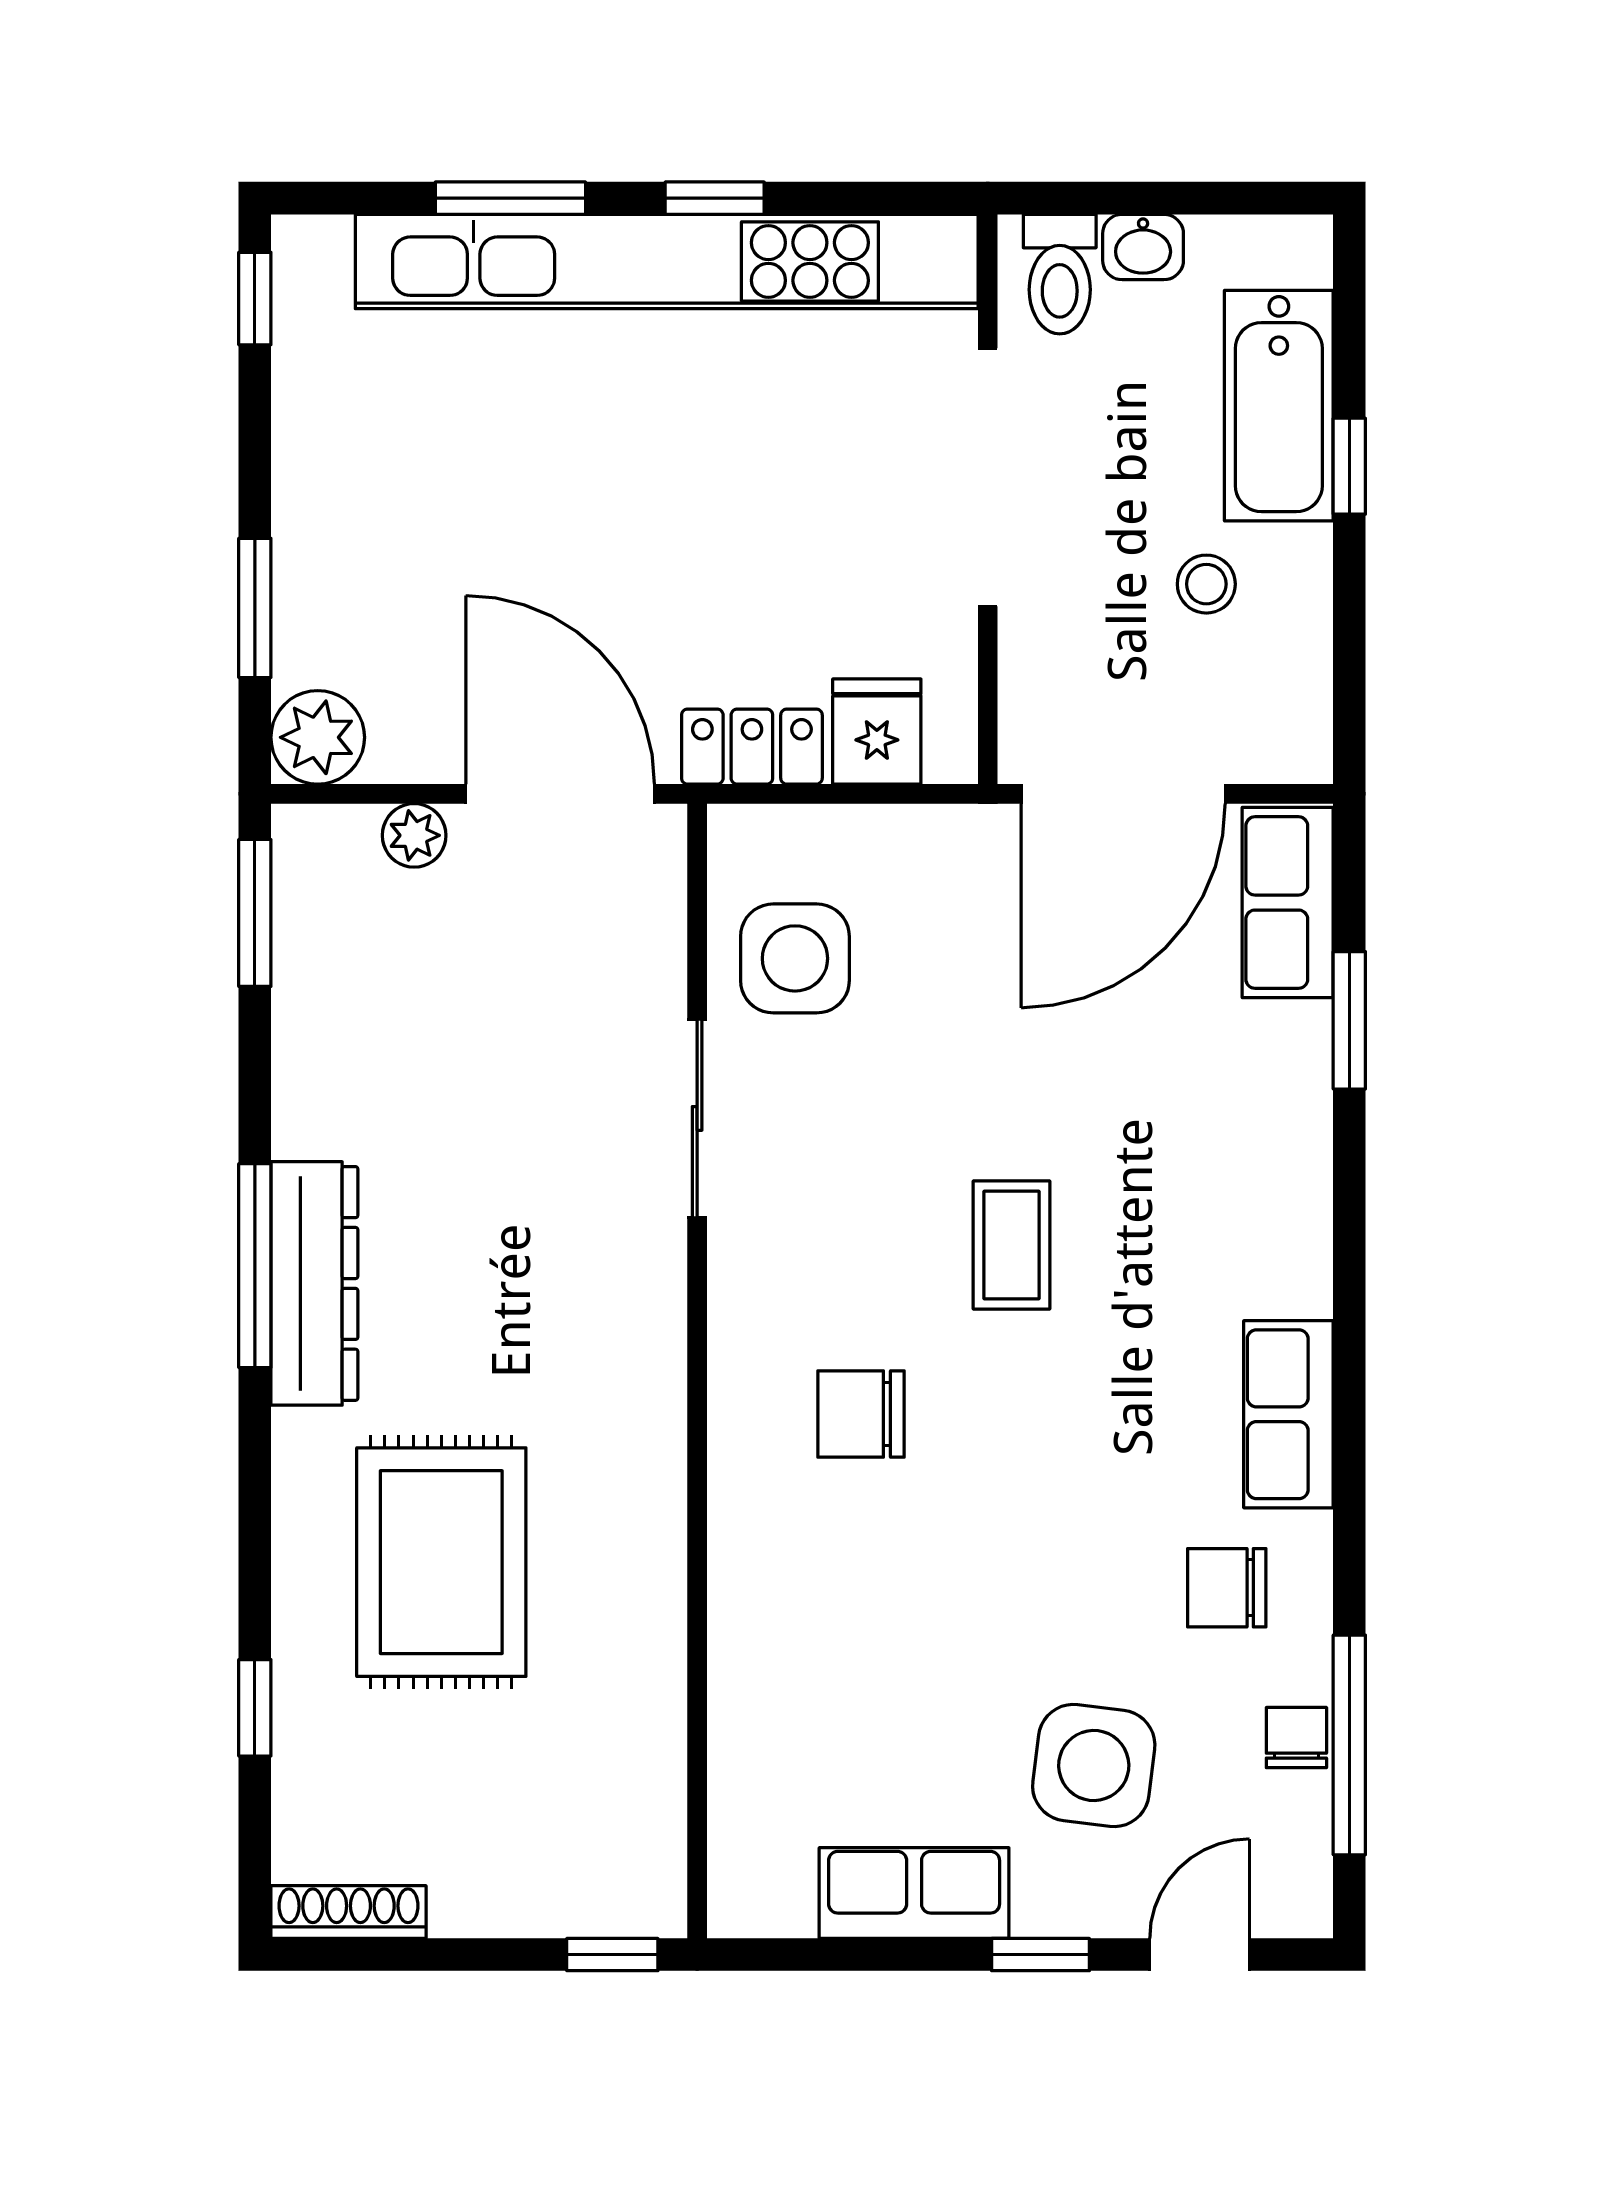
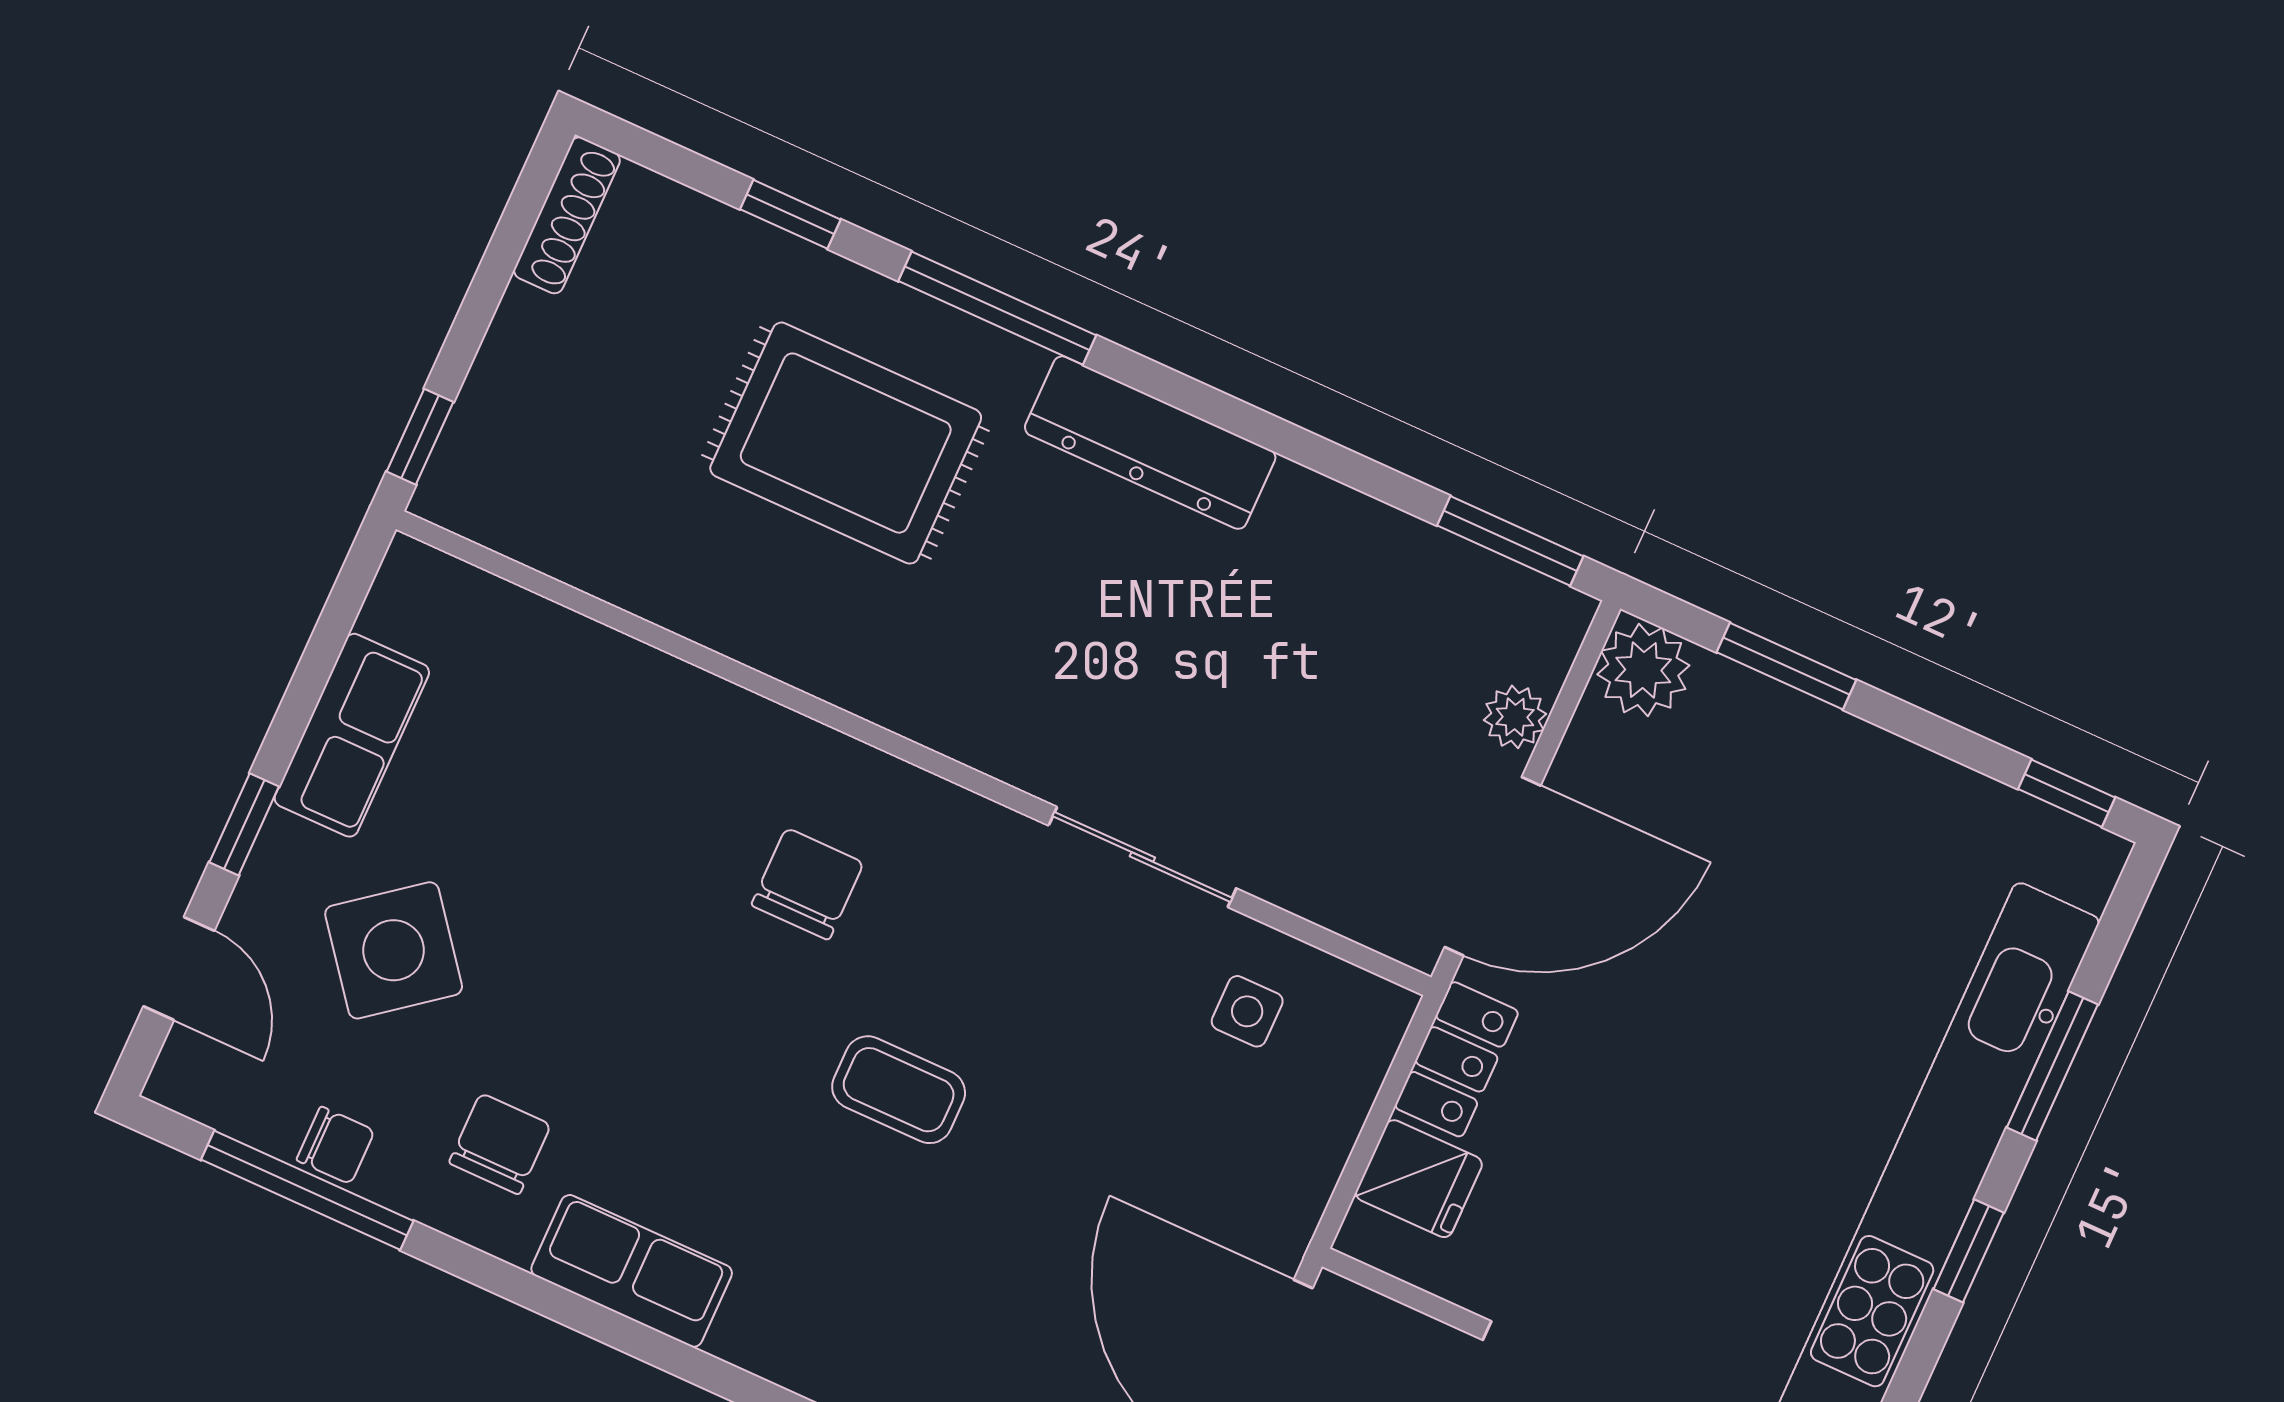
side table: (795, 958) -> (1247, 1011), width x0.54, depth x0.54
window: (255, 1266) -> (997, 308), moved
side table: (1094, 1765) -> (394, 950), turned 45

